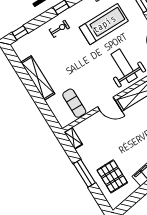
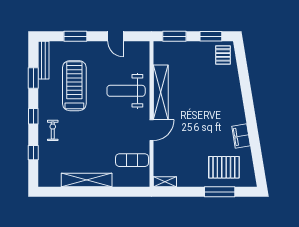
window: (20, 33) -> (33, 153), moved
window: (84, 173) -> (220, 192), moved

